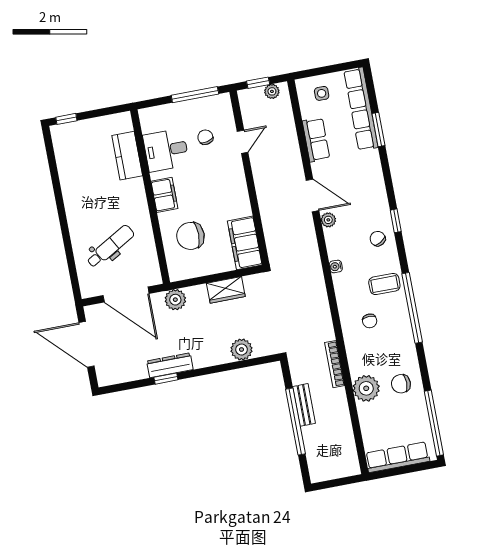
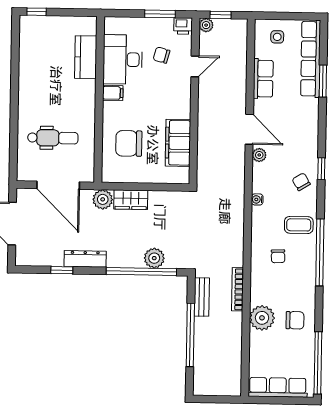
plant: (272, 91) -> (206, 25), moved
window: (195, 95) -> (160, 14), width x0.69
printer: (222, 102) -> (183, 26), added
chair: (205, 137) -> (161, 55), turned -62
desk: (166, 150) -> (123, 59), width x1.37
filing cabinet: (164, 195) -> (113, 93), width x0.50
filing cabinet: (245, 243) -> (178, 143), moved
dental chair: (110, 246) -> (53, 138), turned 30
wardrobe: (226, 290) -> (131, 200), moved
window: (231, 366) -> (141, 272), added
window: (166, 379) -> (62, 270), moved
chair: (401, 384) -> (295, 320), turned 180
bench: (304, 405) -> (202, 297), moved

